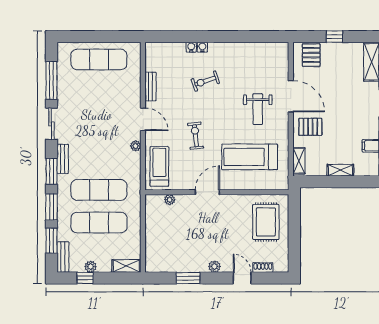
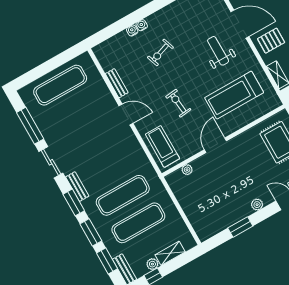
weight bench: (258, 109) -> (218, 51), turned 180
plant: (136, 146) -> (133, 141), removed
shelving: (126, 266) -> (170, 253), moved

